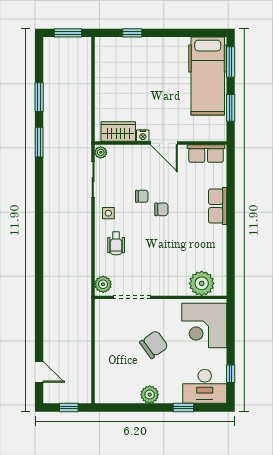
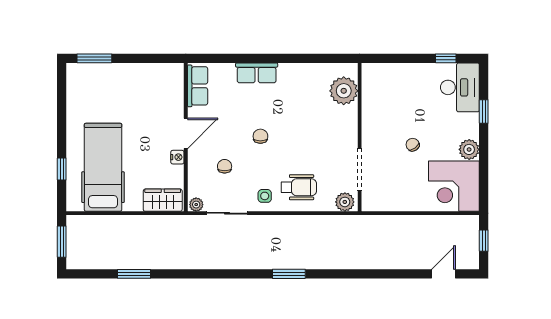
hospital bed: (208, 76) -> (103, 167), moved, turned -90
window: (231, 108) -> (146, 58), removed
wardrobe: (118, 132) -> (163, 200), moved, turned 90
window: (39, 142) -> (289, 274), moved
chair: (142, 196) -> (225, 166), moved
wheelchair: (116, 243) -> (299, 187), width x1.36, depth x1.37
corner desk: (204, 325) -> (454, 186), moved, turned 90
chair: (154, 344) -> (413, 145), width x0.54, depth x0.54

